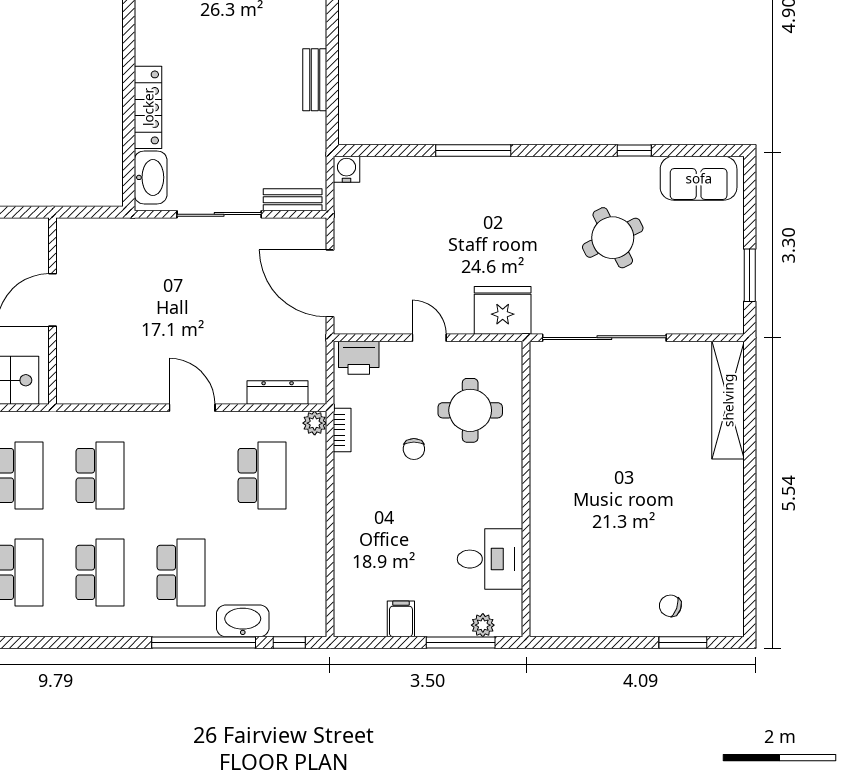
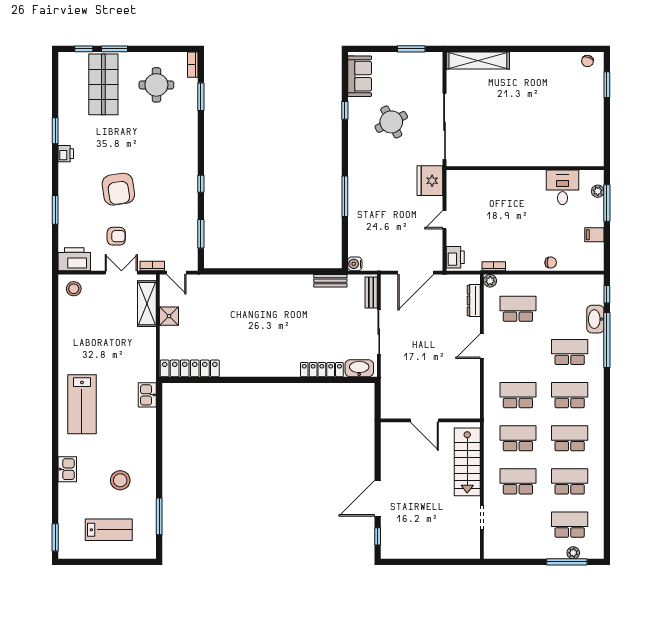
bench: (315, 80) -> (330, 281), moved
round table: (470, 410) -> (483, 198), removed
chair: (414, 449) -> (551, 263), moved
chair: (670, 606) -> (587, 61), moved

